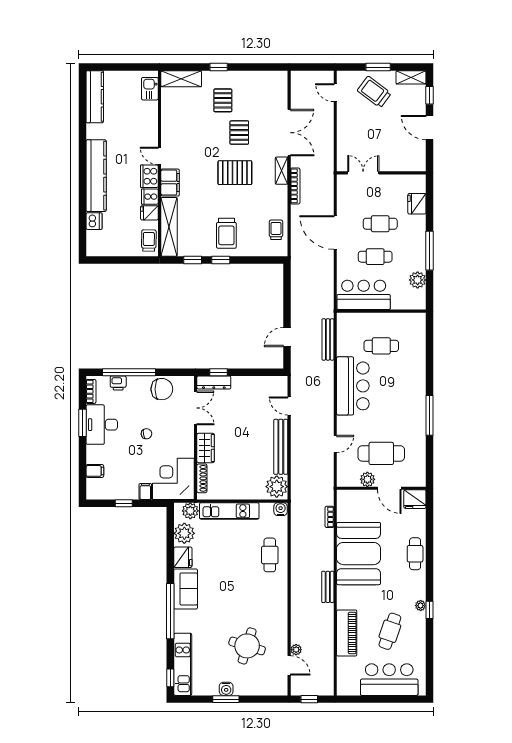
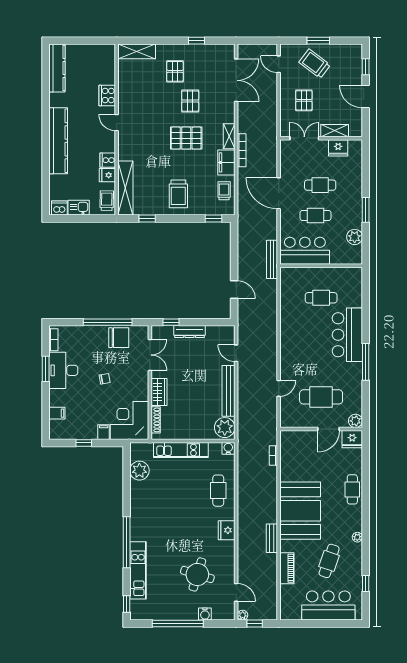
window: (219, 67) -> (196, 41), moved
shelving: (411, 77) -> (335, 131), moved
kitchen sink: (150, 89) -> (79, 208), moved, turned 90
pallet: (363, 132) -> (304, 100), added
double door: (289, 133) -> (236, 80), moved
cooker: (149, 176) -> (107, 95), moved
filing cabinet: (170, 183) -> (226, 162), moved, turned 180
fridge: (417, 204) -> (338, 148), moved, turned -90
dishwasher: (94, 221) -> (59, 208), moved, turned -90
window: (430, 251) -> (366, 210), width x0.69
window: (221, 260) -> (214, 219), moved
door: (287, 337) -> (234, 290), swing flipped
bench: (328, 339) -> (272, 259), moved
window: (129, 372) -> (108, 322), moved
dresser: (214, 382) -> (190, 332), moved
printer: (118, 383) -> (78, 332), removed
bar counter: (353, 386) -> (347, 335), moved, turned 180
plant: (367, 479) -> (355, 421), moved
door: (389, 488) -> (328, 429), hinge flipped
plant: (190, 511) -> (145, 450), removed
booth: (359, 554) -> (300, 511), moved
fridge: (183, 557) -> (227, 530), moved, turned 180
bench: (328, 587) -> (272, 538), moved
sofa: (186, 589) -> (141, 522), removed
window: (430, 610) -> (366, 583), moved
piano: (347, 633) -> (287, 568), width x0.73, depth x0.75
plant: (296, 650) -> (243, 615), moved
kitchen unit: (183, 664) -> (138, 570), moved
water cooler: (226, 689) -> (205, 614), moved
window: (226, 699) -> (178, 624), width x2.11

